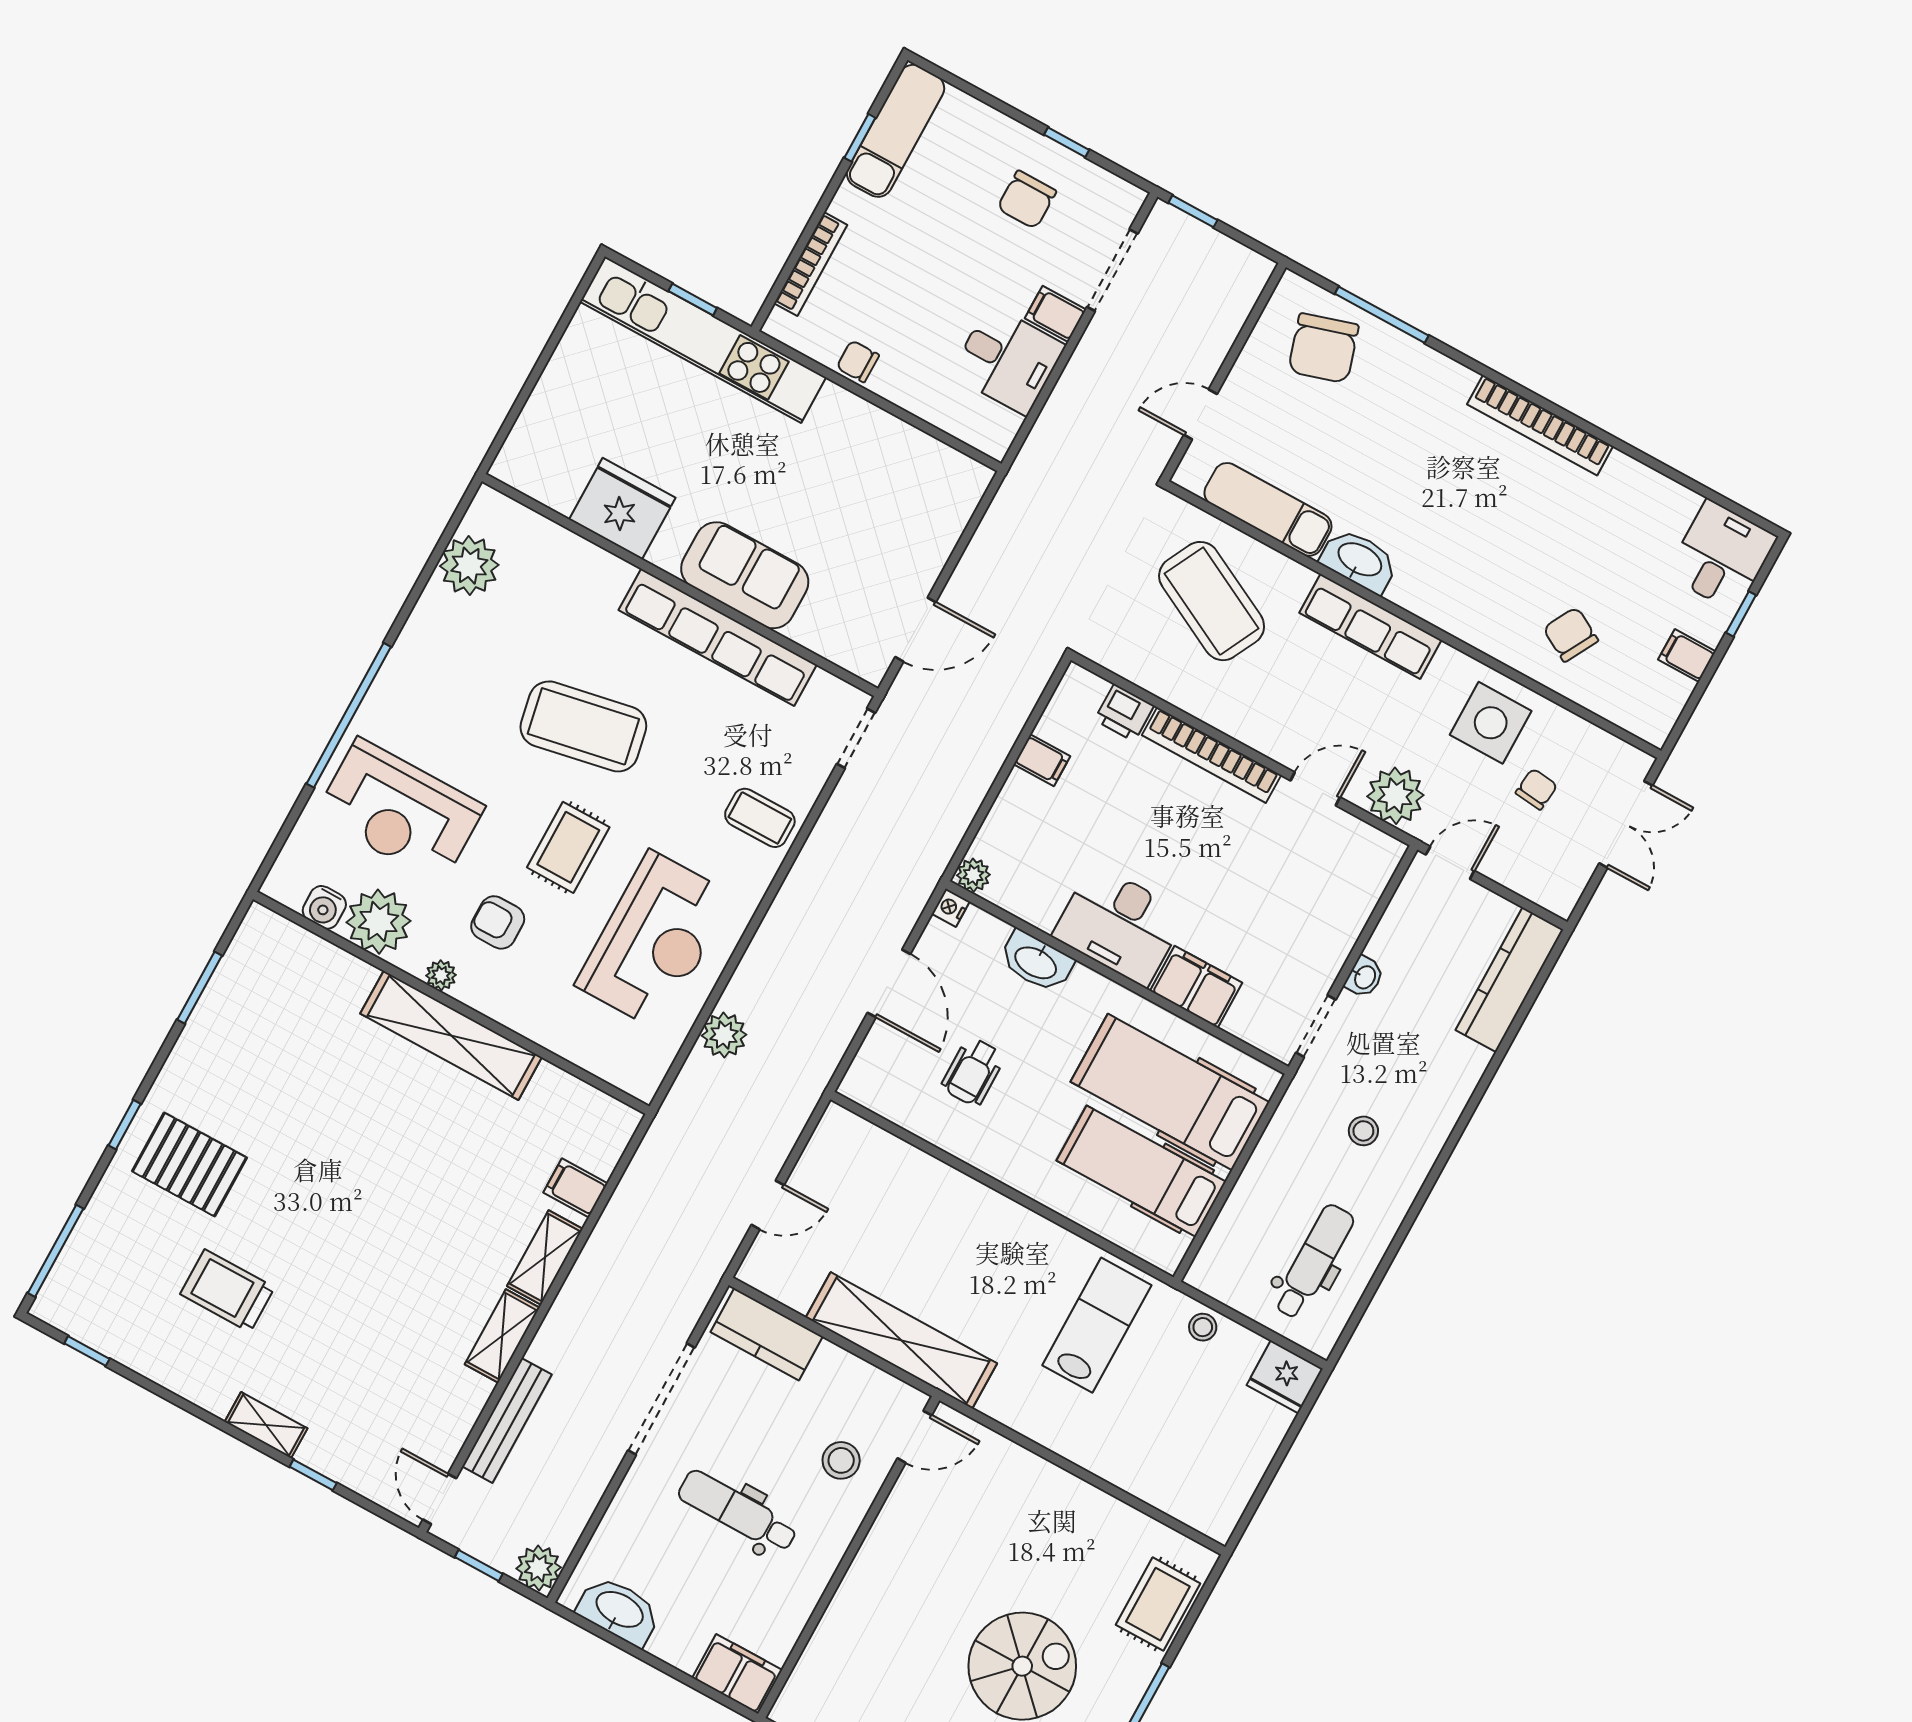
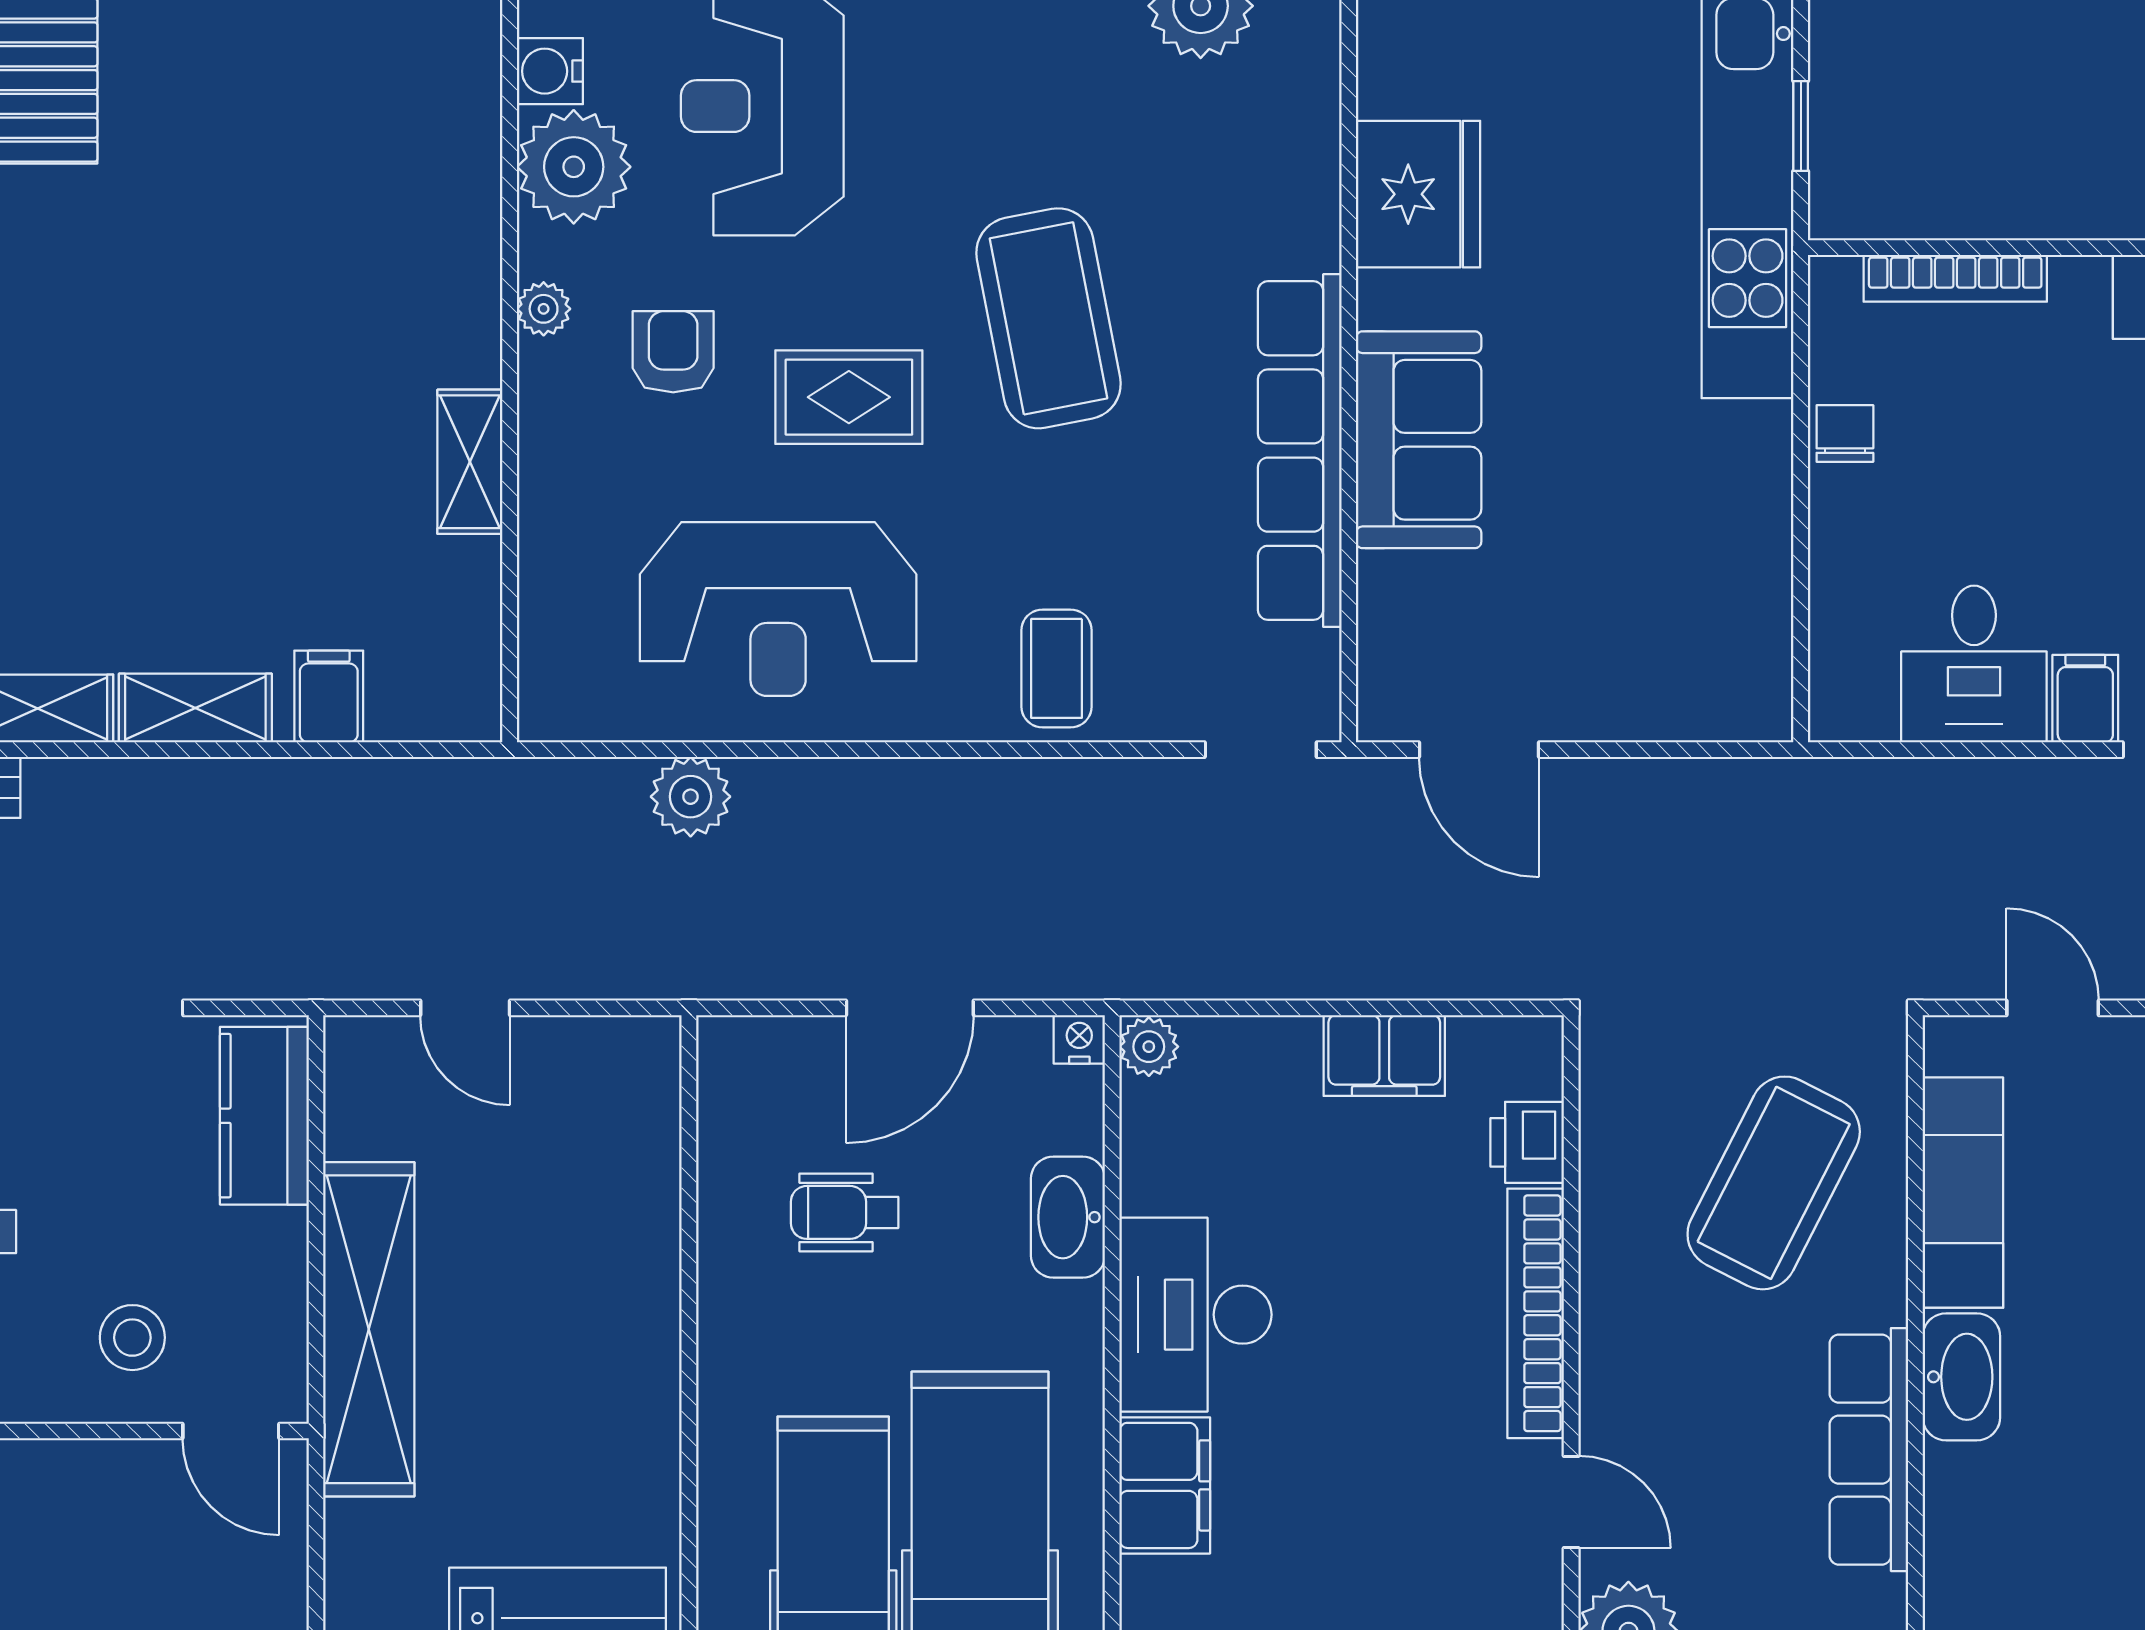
filing cabinet: (1042, 760) -> (1384, 1055), width x2.00
shelving: (451, 1035) -> (470, 462), width x0.45, depth x0.75

